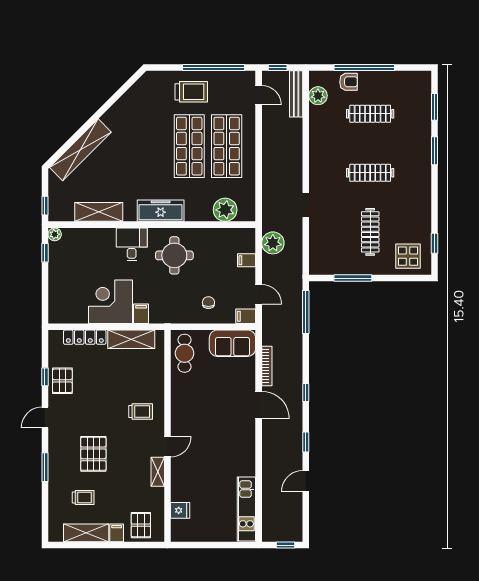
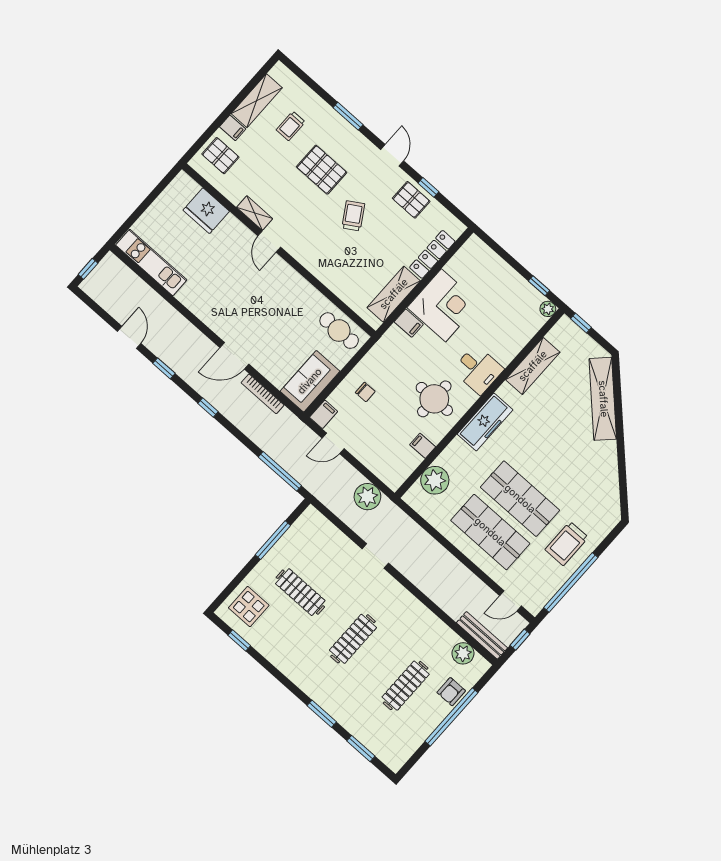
filing cabinet: (247, 260) -> (423, 446), moved, turned -90
trolley: (141, 412) -> (353, 216), moved, turned 148
fridge: (180, 510) -> (206, 211), width x1.88, depth x1.34

